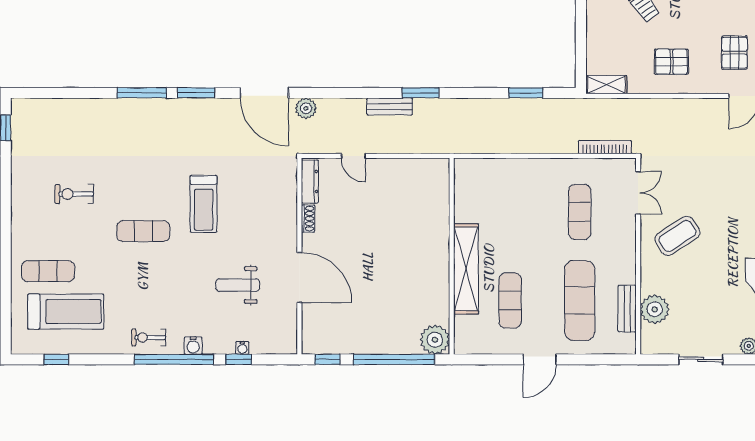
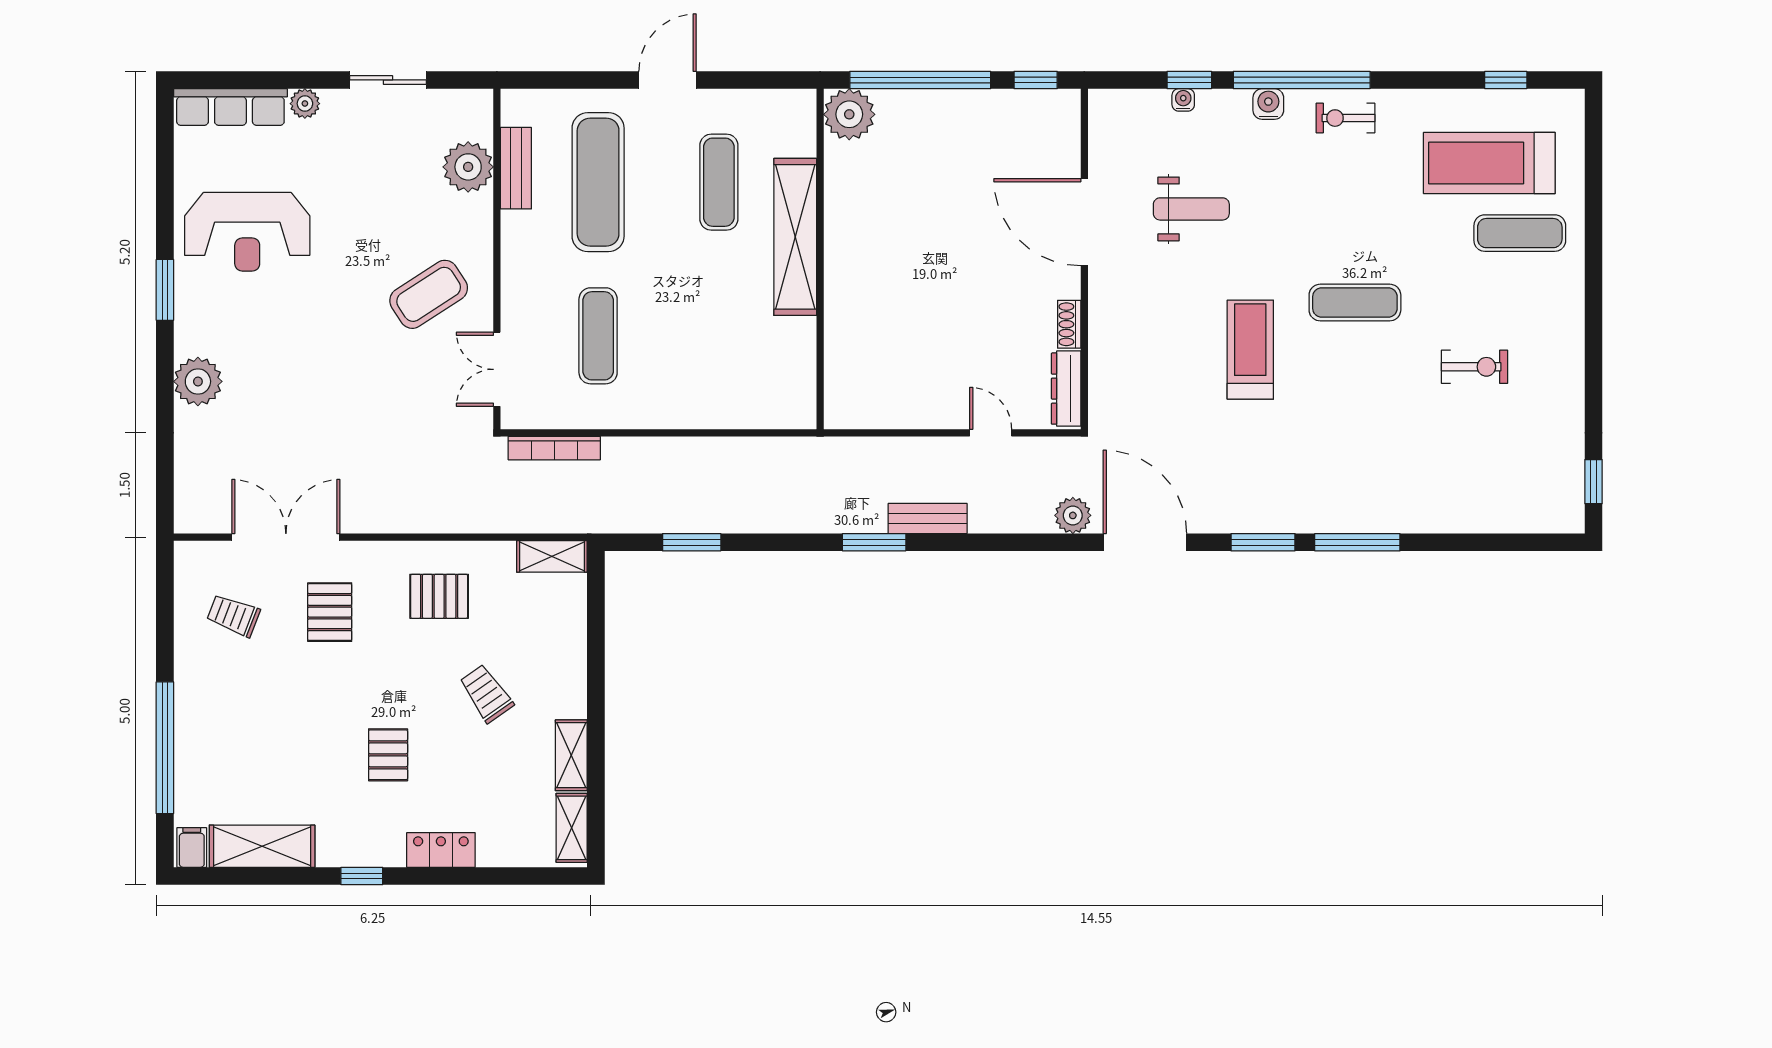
exercise bike: (149, 337) -> (1346, 118), turned 180

